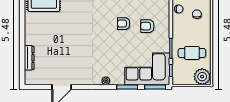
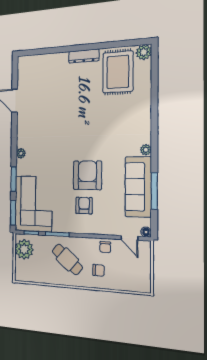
armchair: (124, 24) -> (87, 175), width x1.88, depth x1.88
cafe table: (192, 53) -> (67, 259), moved, turned -49
dresser: (29, 58) -> (84, 56), moved
plant: (202, 77) -> (24, 249), moved

